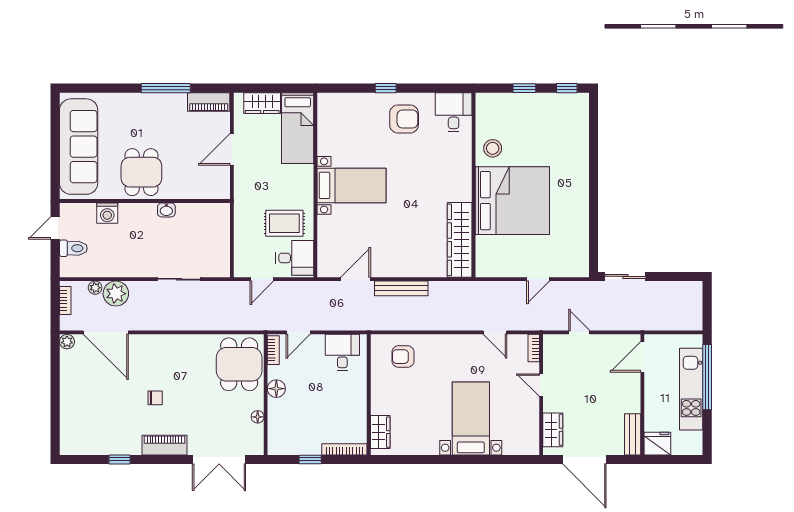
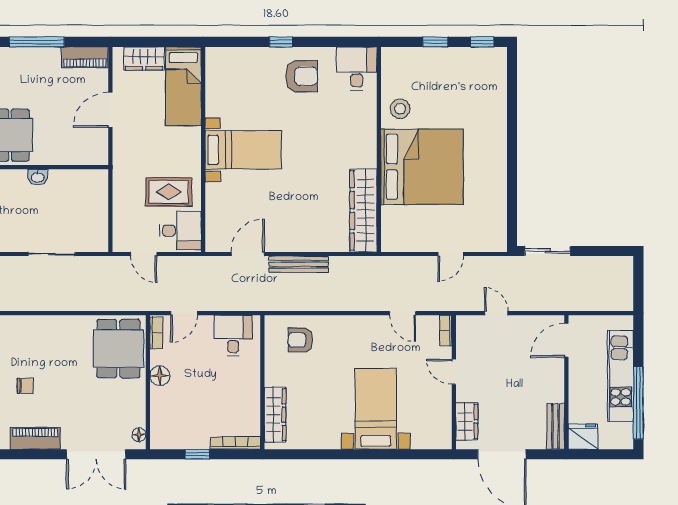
door: (262, 279) -> (144, 254), hinge flipped
window: (707, 377) -> (638, 403), moved
floor lamp: (258, 417) -> (139, 435), moved
wardrobe: (380, 432) -> (275, 415), width x1.50

